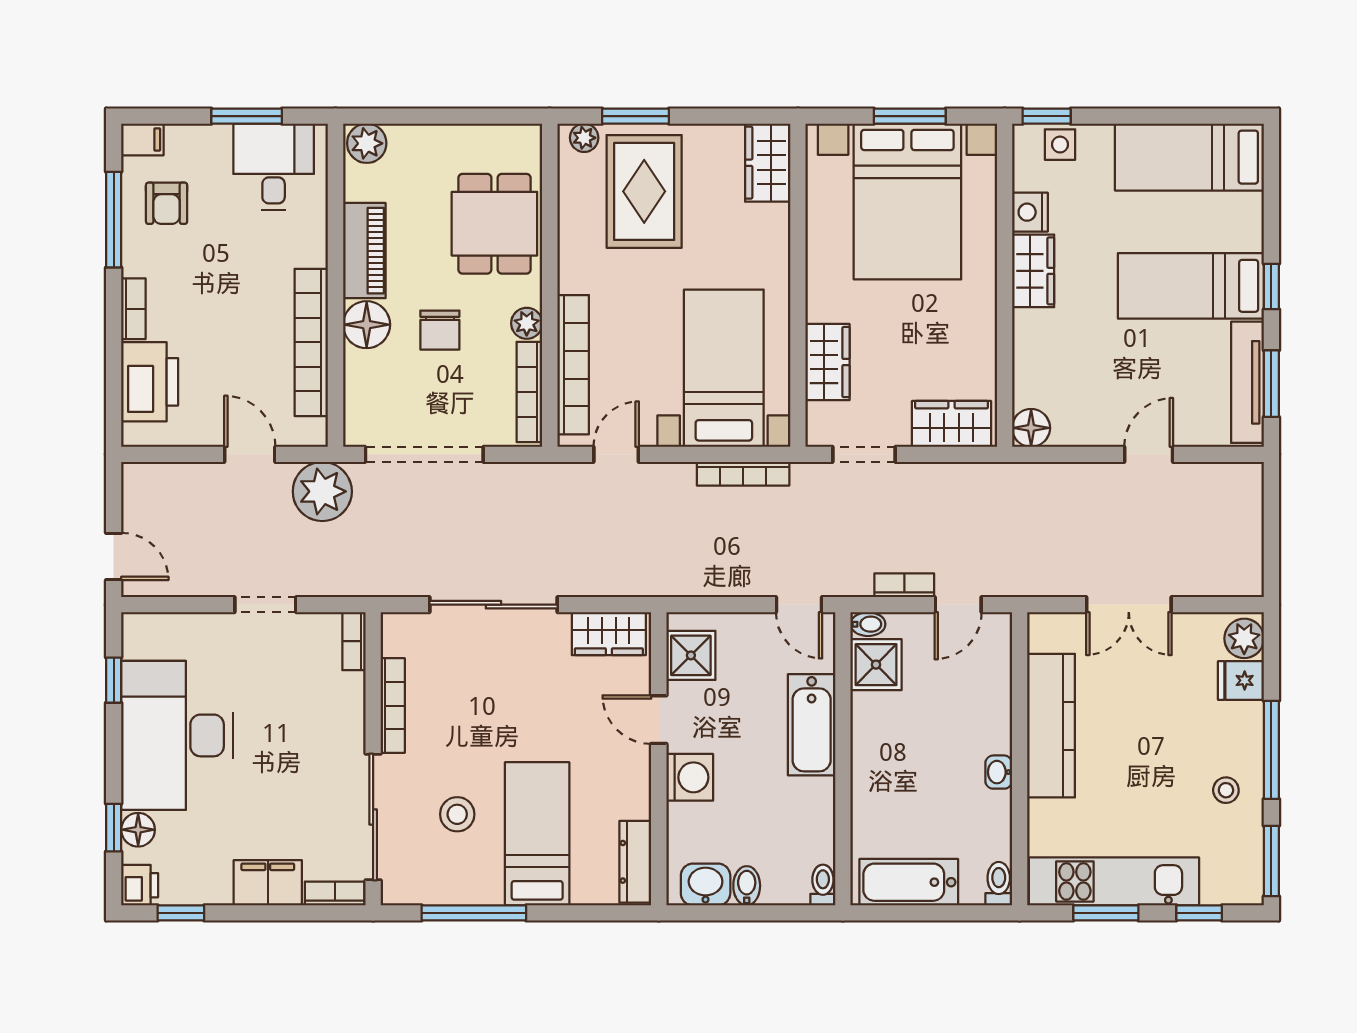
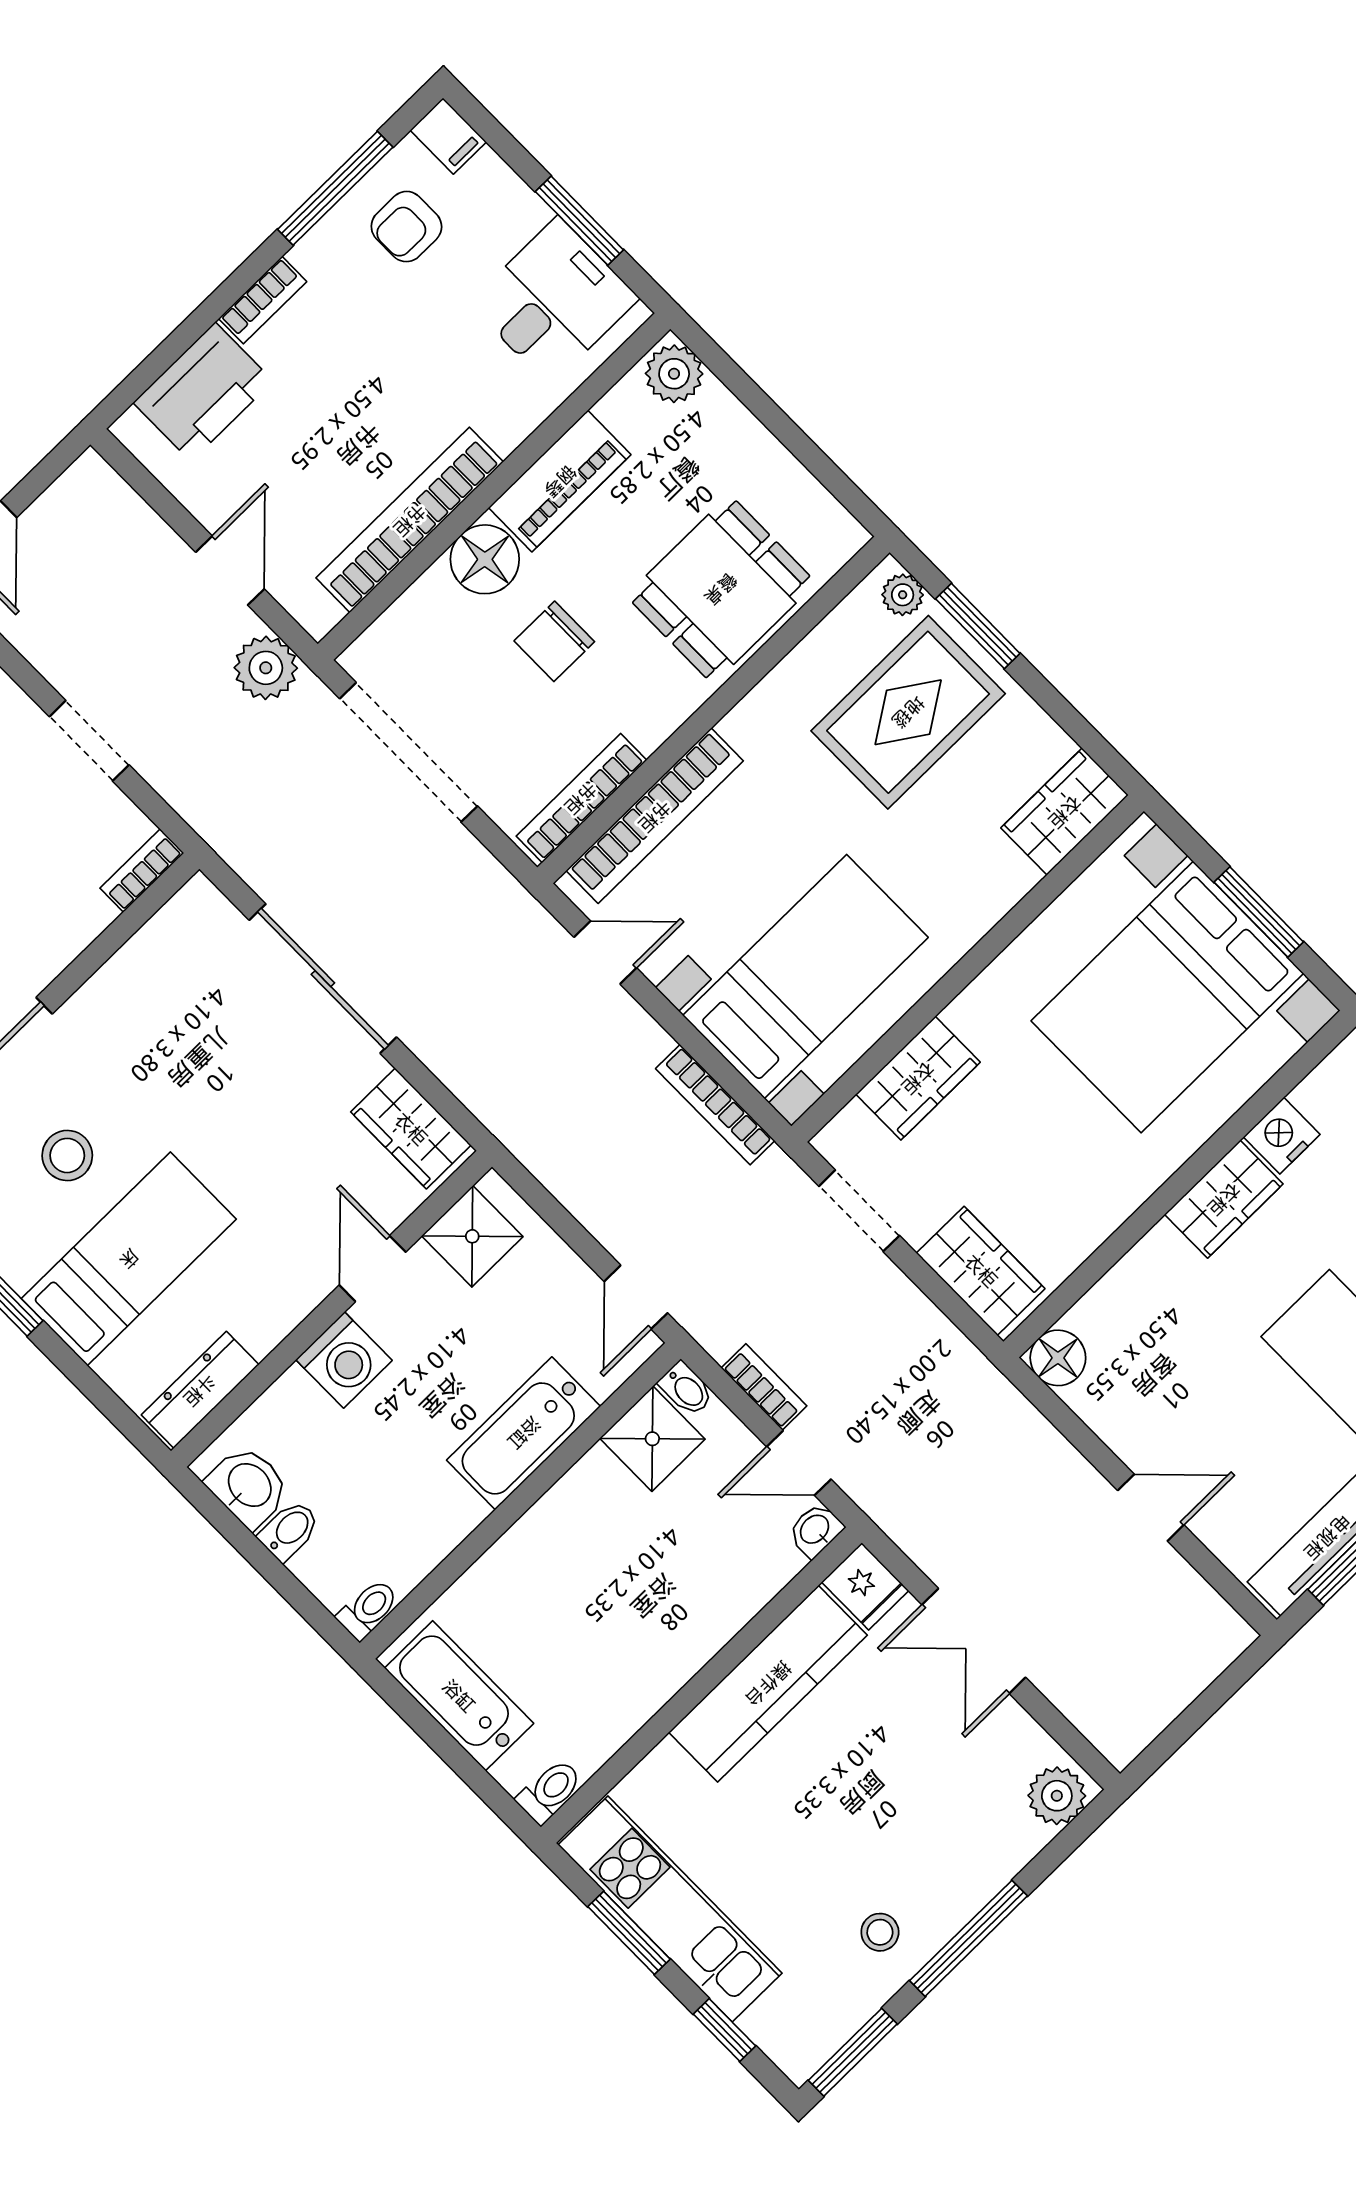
plant: (527, 323) -> (650, 725), removed
plant: (322, 491) -> (266, 668), width x0.73, depth x0.73
fridge: (1241, 680) -> (865, 1586), moved, turned 180
bookcase: (393, 706) -> (115, 977), removed
washbasin: (999, 772) -> (815, 1530), moved

